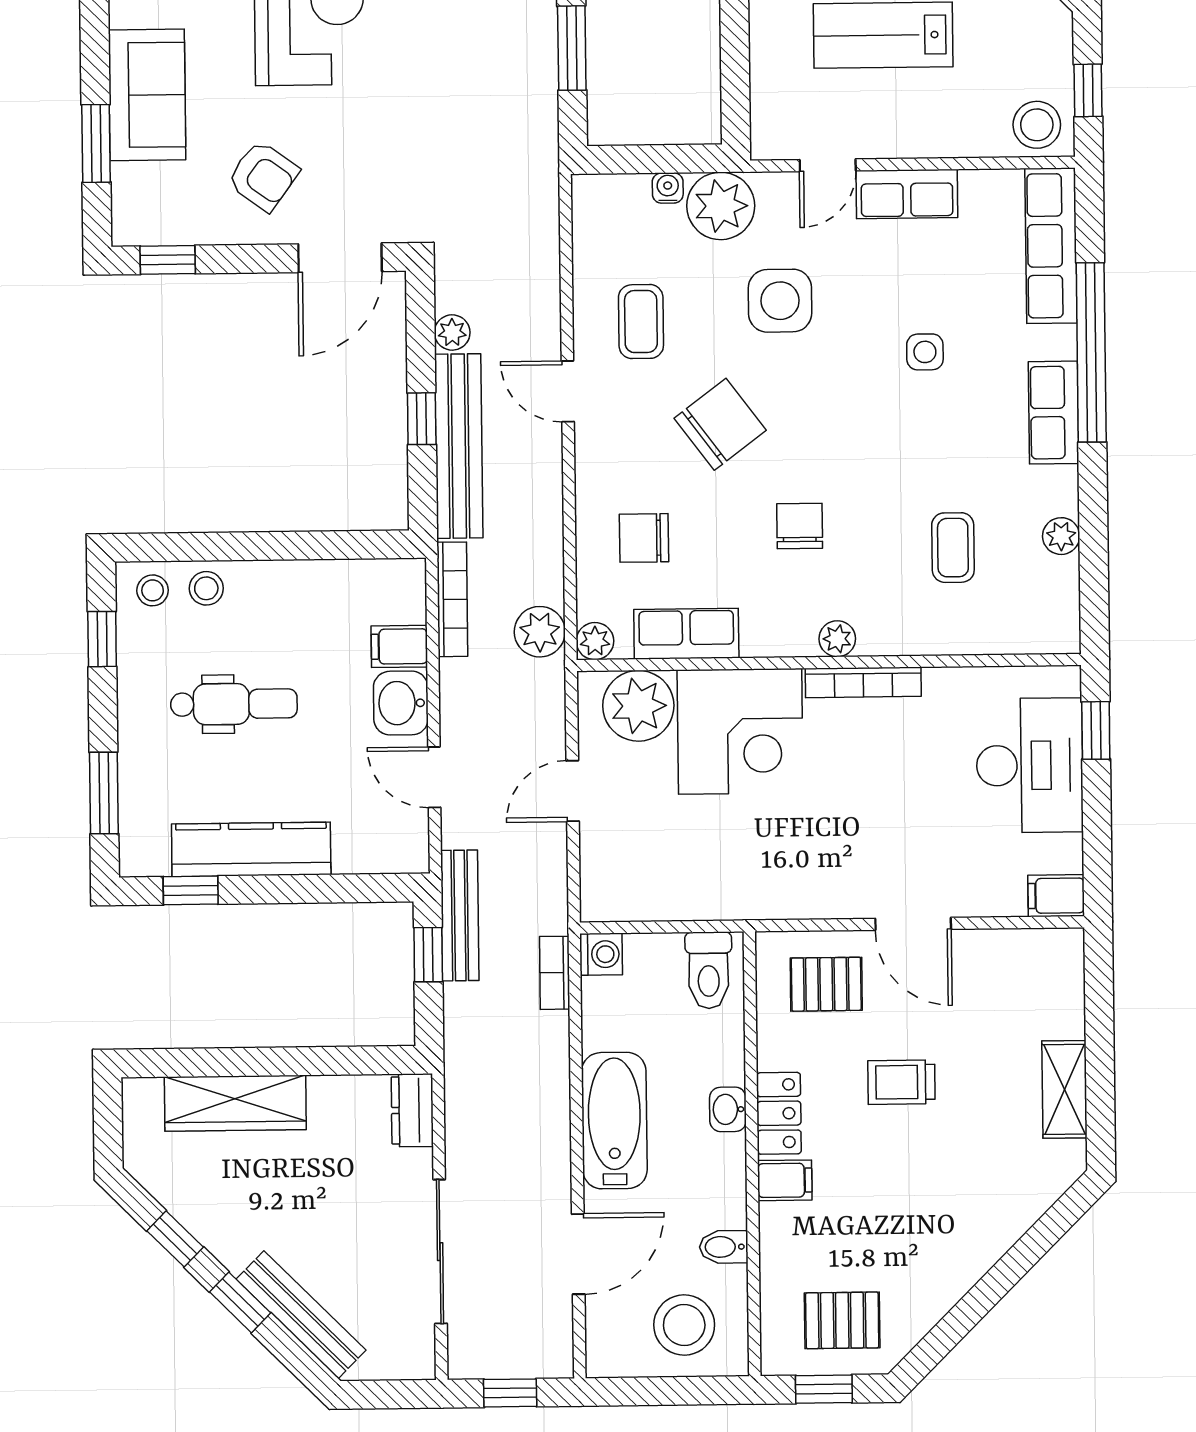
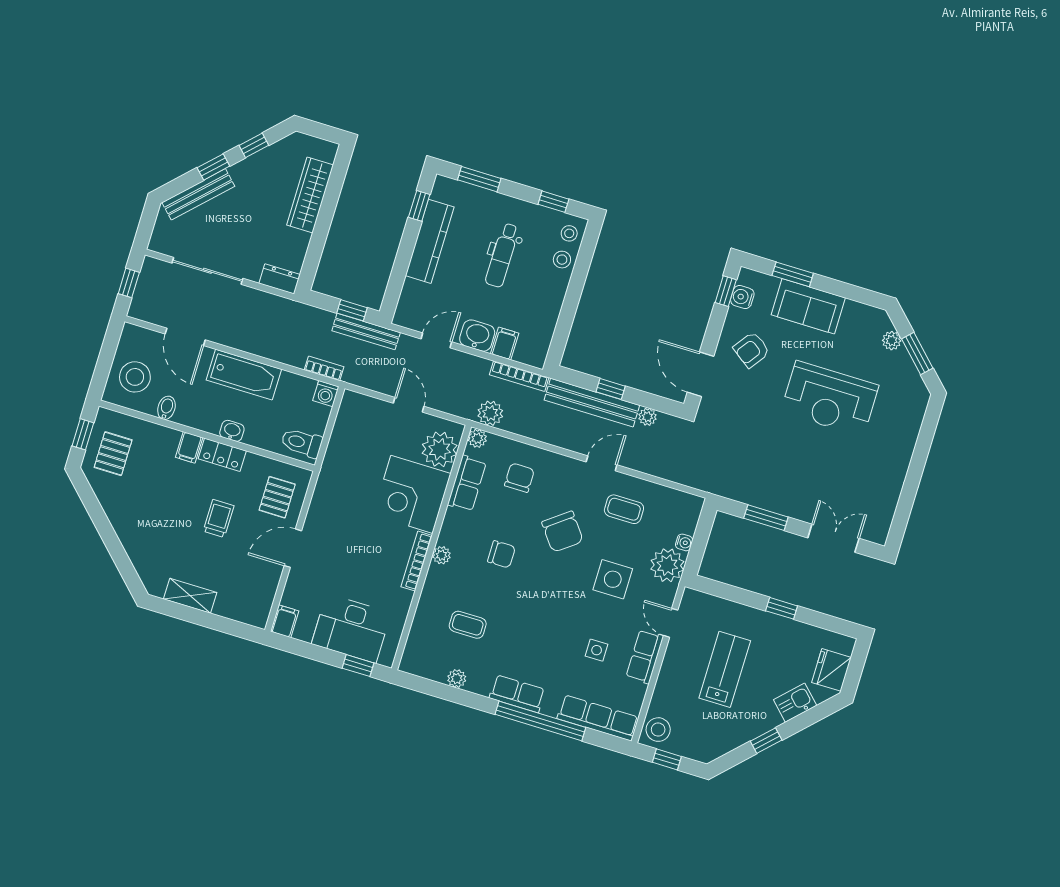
water cooler: (169, 225) -> (742, 297), added
side table: (925, 352) -> (597, 650), moved

